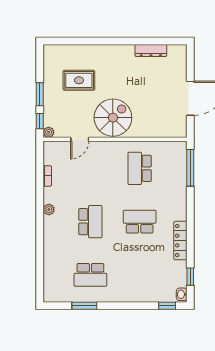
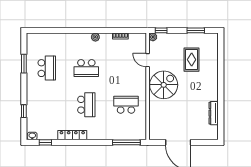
window: (40, 94) -> (196, 30), moved
spiral stairs: (113, 118) -> (164, 85), turned -90
school desk: (90, 275) -> (47, 68), turned 180
window: (167, 306) -> (24, 111), moved

